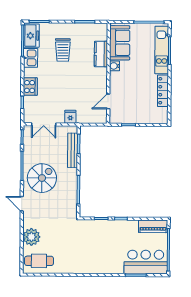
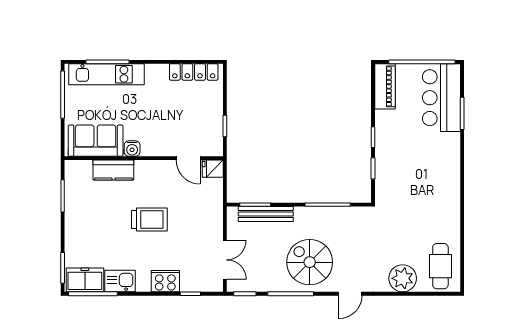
trolley: (63, 50) -> (149, 219), moved
locker: (163, 91) -> (194, 72), moved
fridge: (70, 117) -> (213, 169), moved

